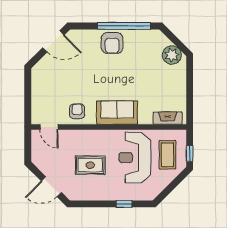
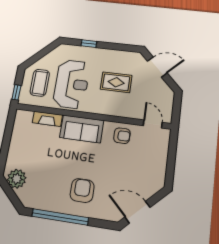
armchair: (112, 43) -> (82, 190), moved
armchair: (77, 111) -> (122, 136), turned -90
fireplace: (168, 118) -> (47, 119), moved
window: (190, 154) -> (16, 92), moved

